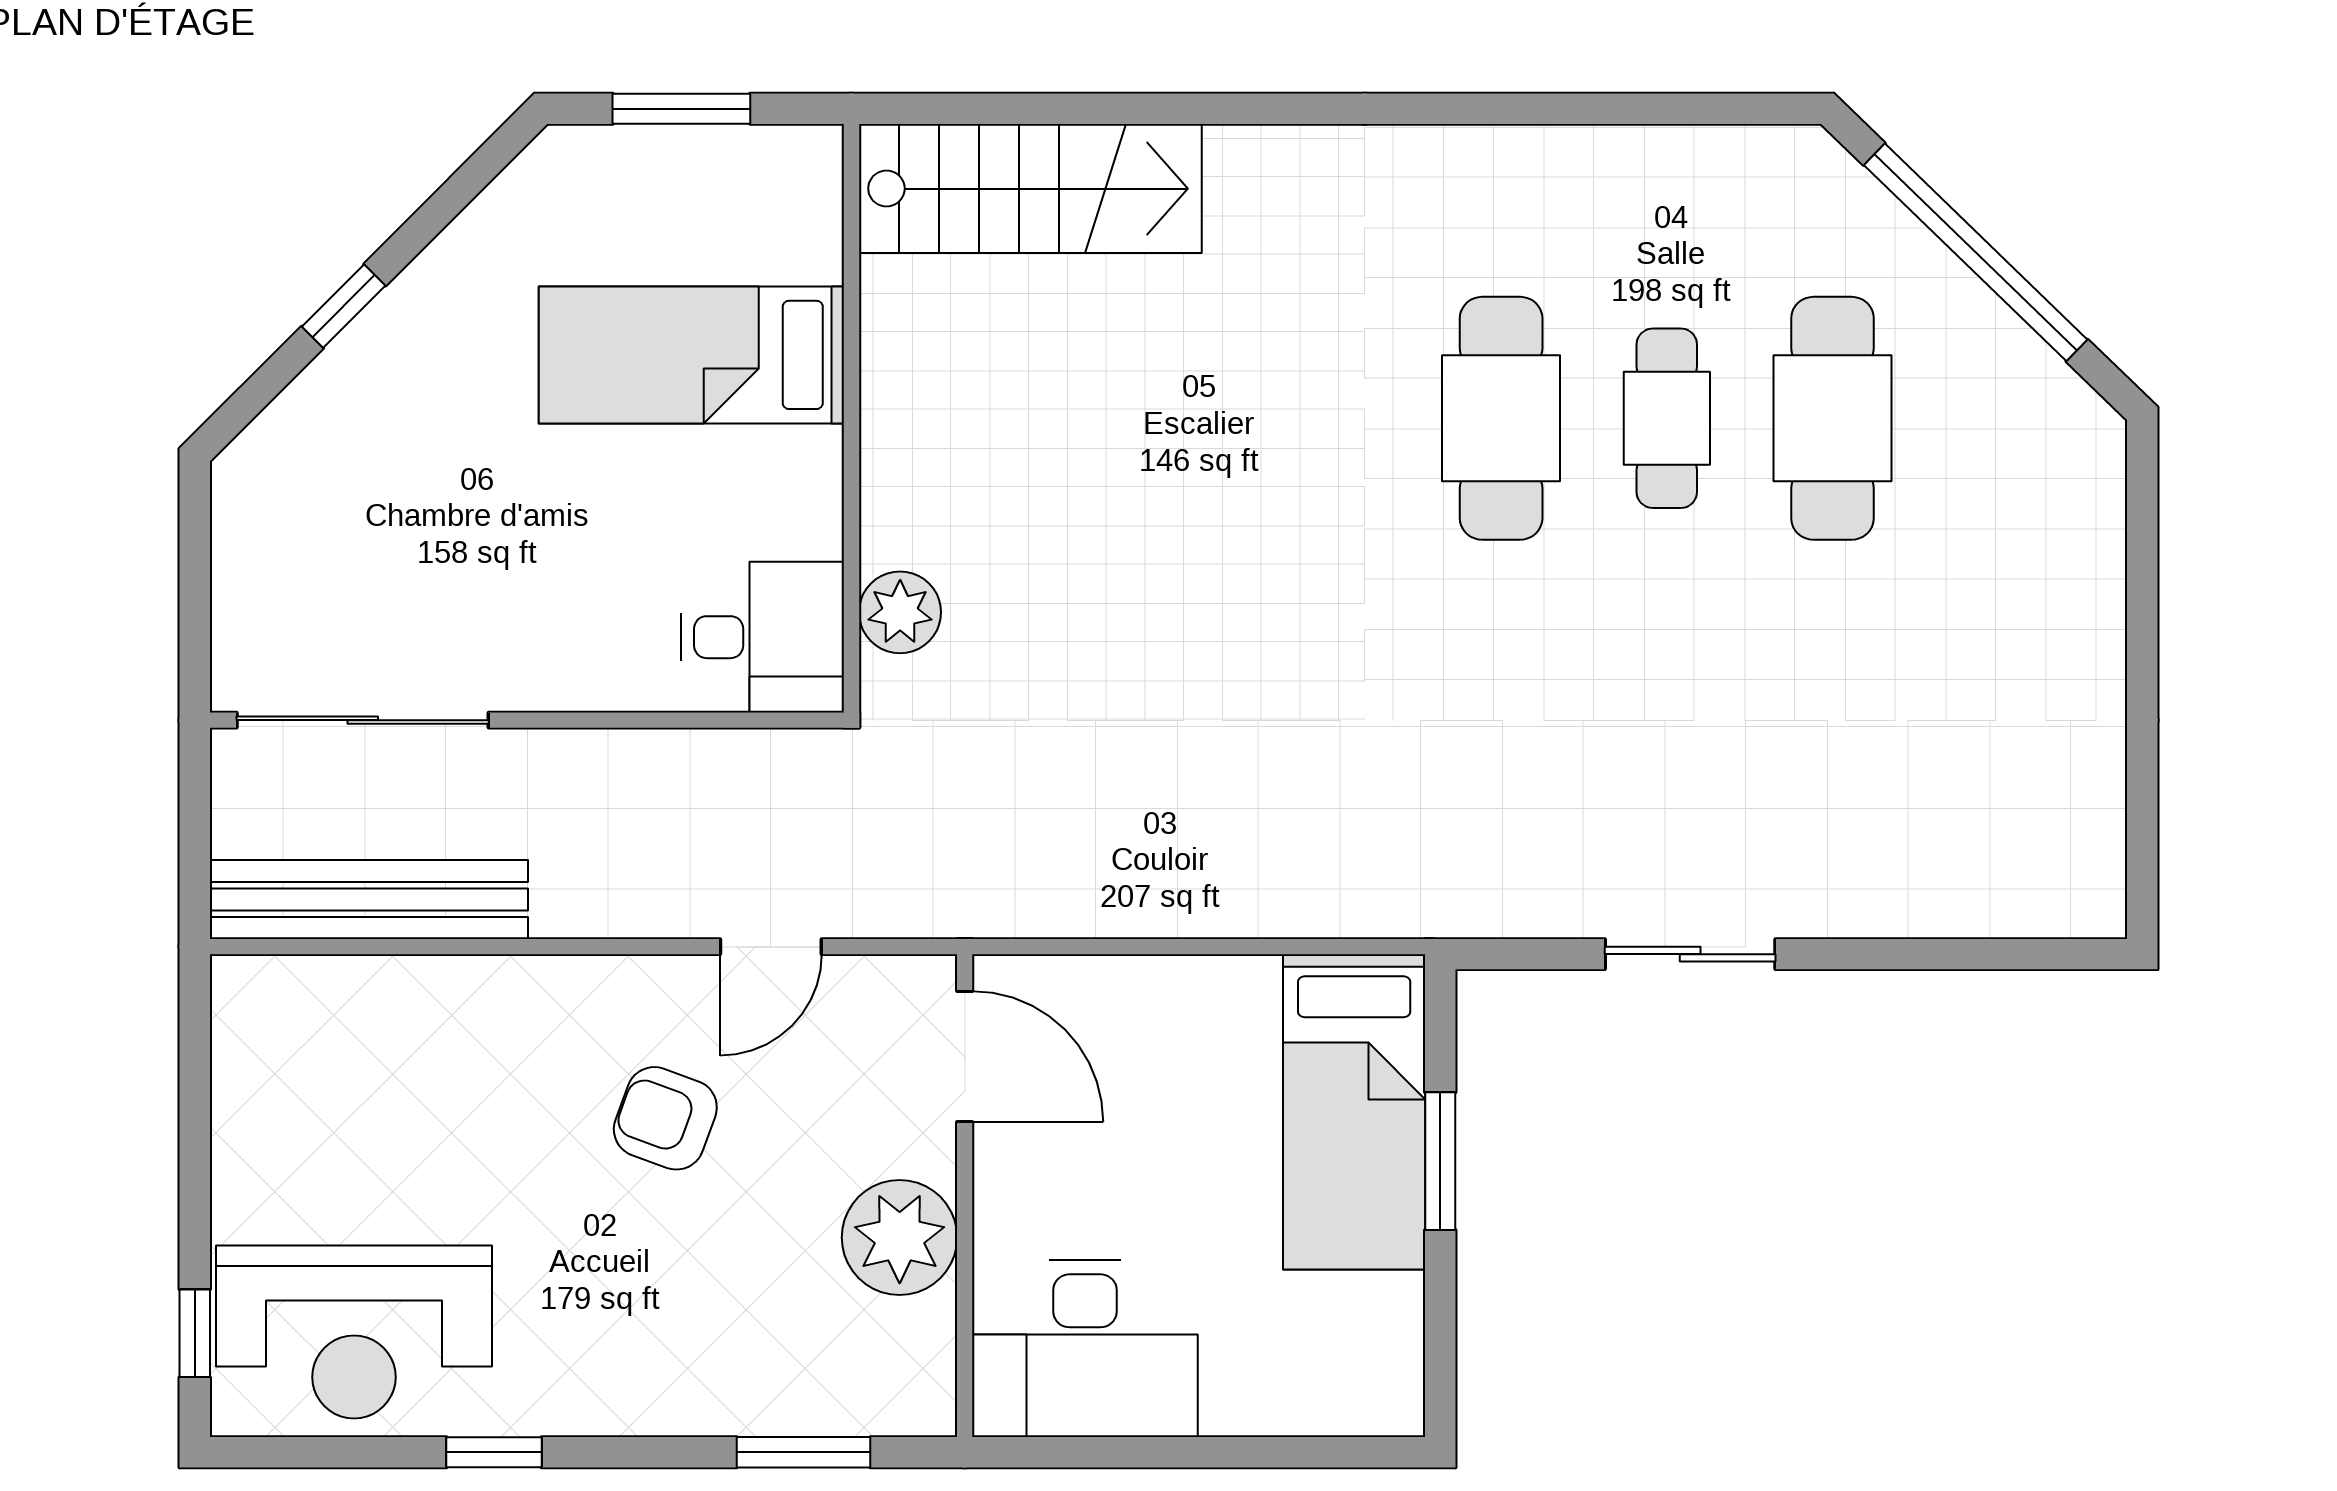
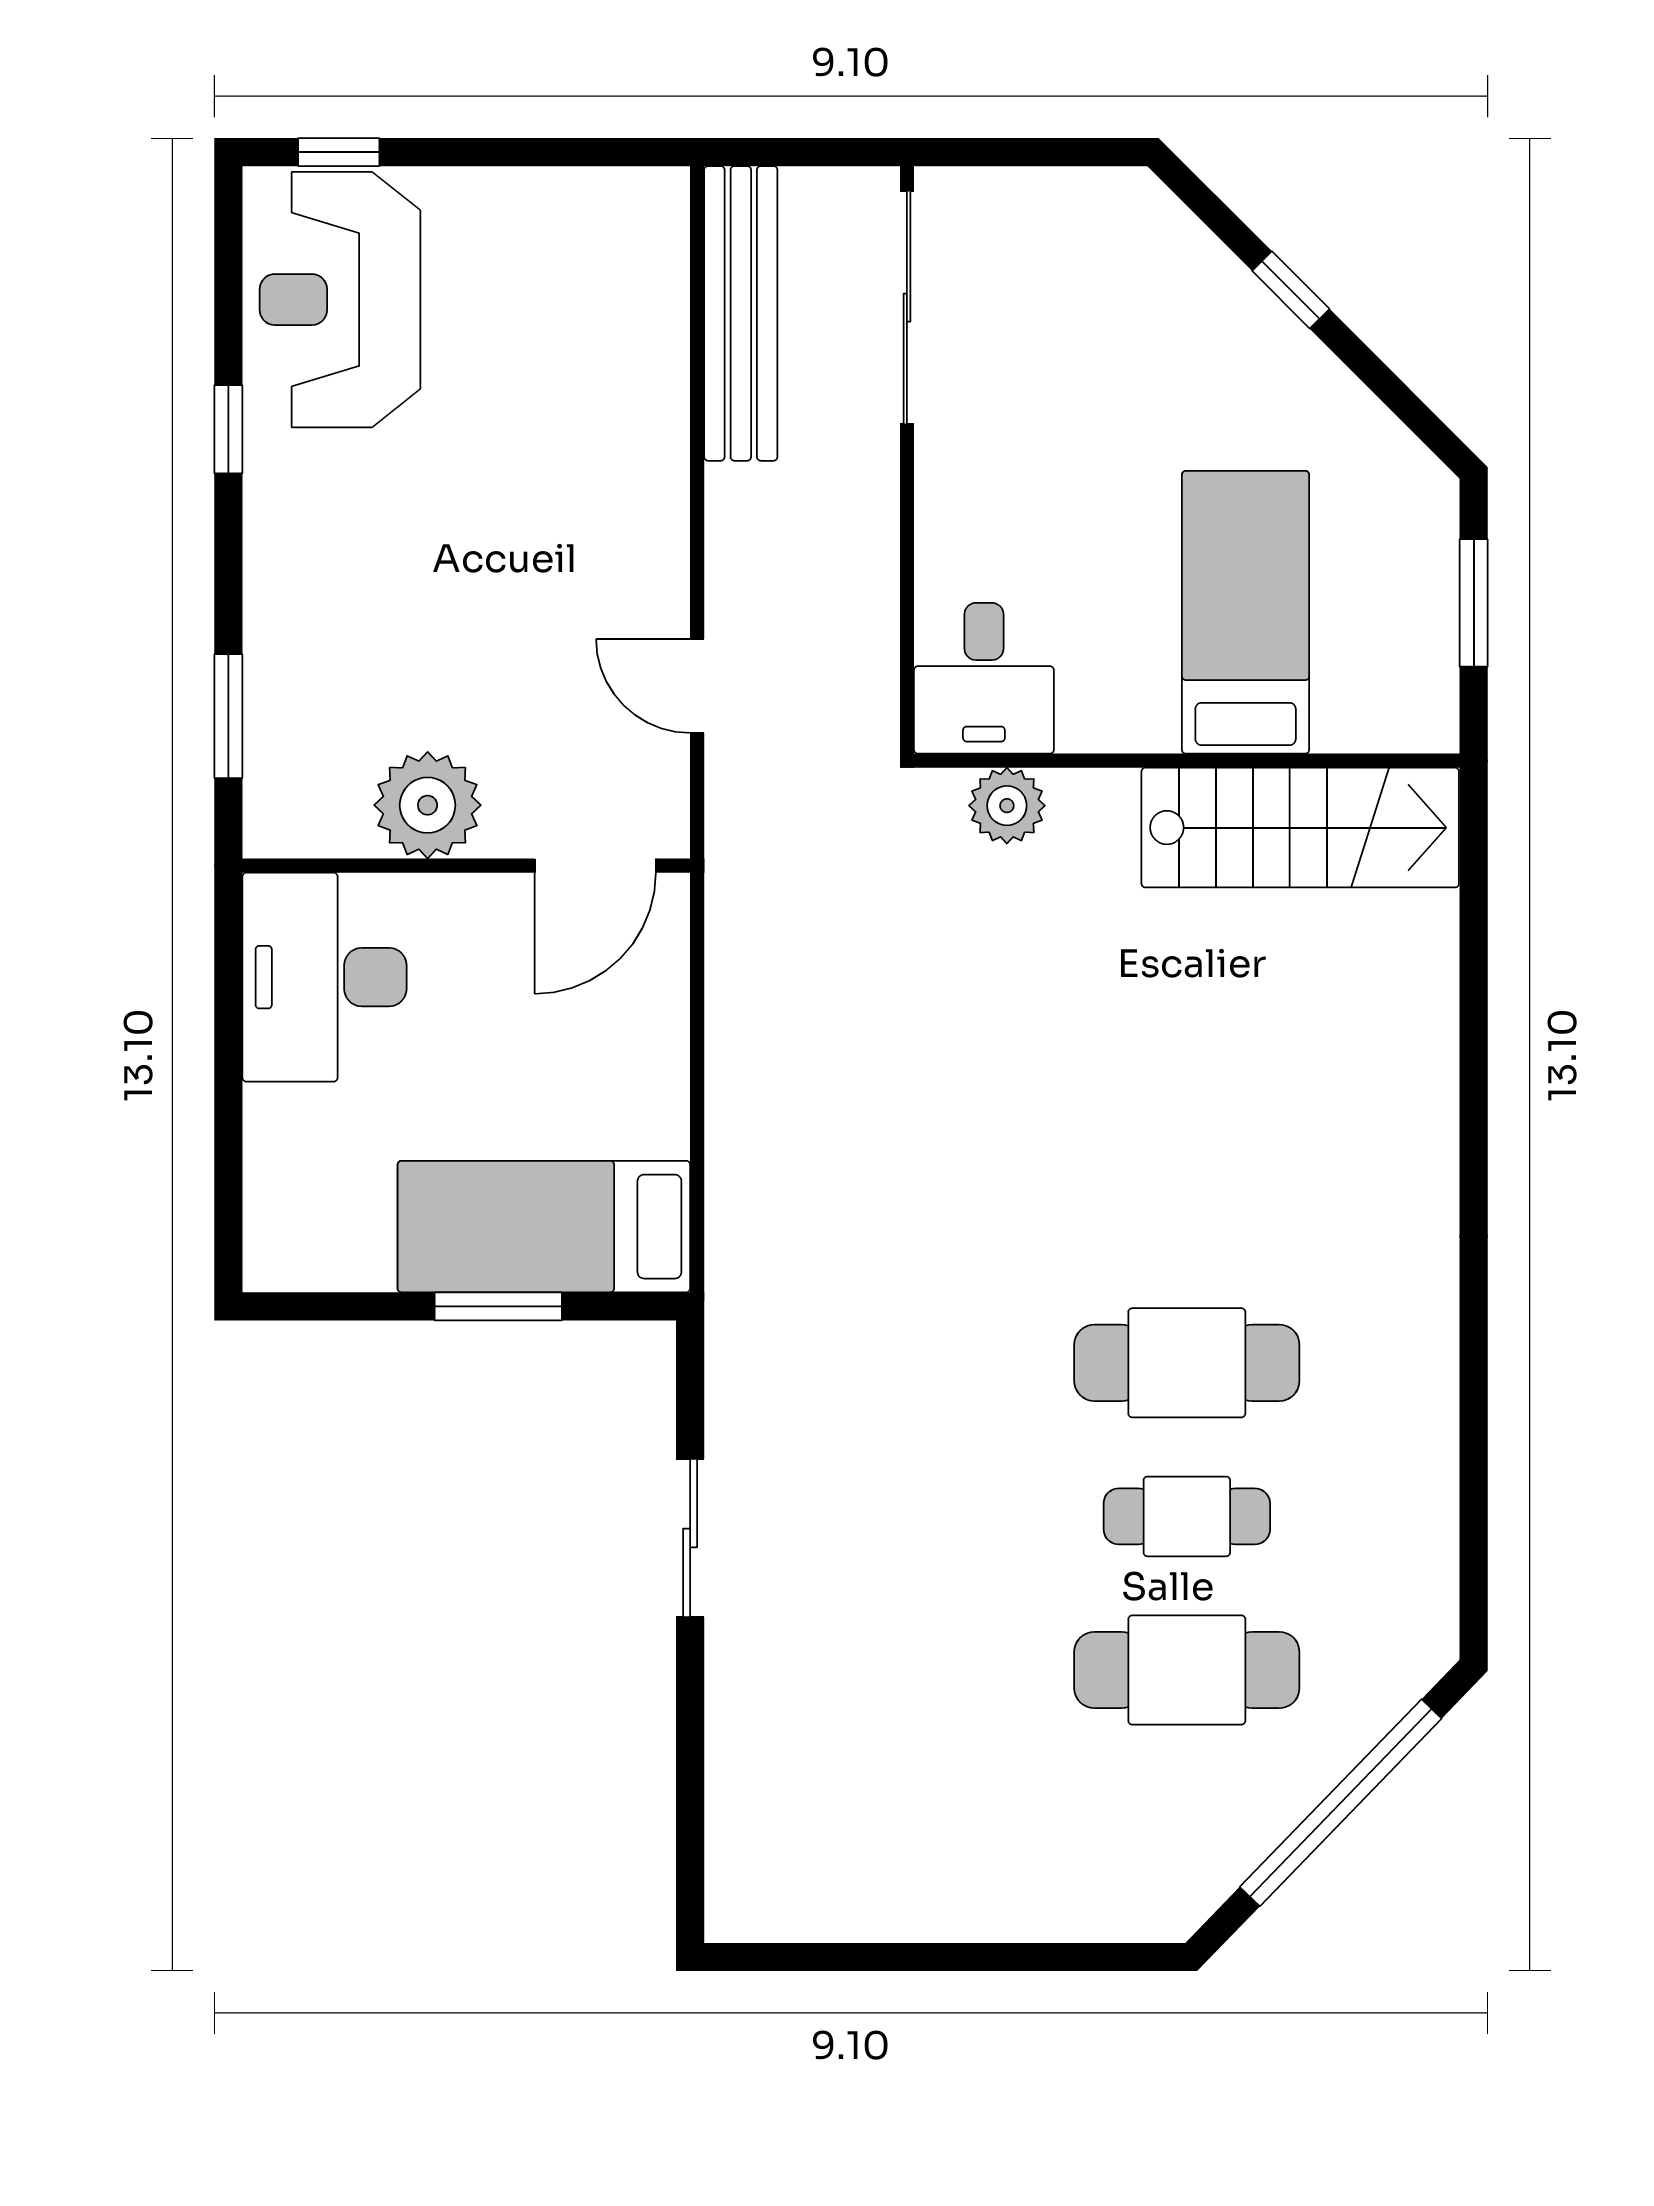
stairs: (1030, 189) -> (1300, 828), moved, turned -90
armchair: (665, 1118) -> (538, 588), removed

